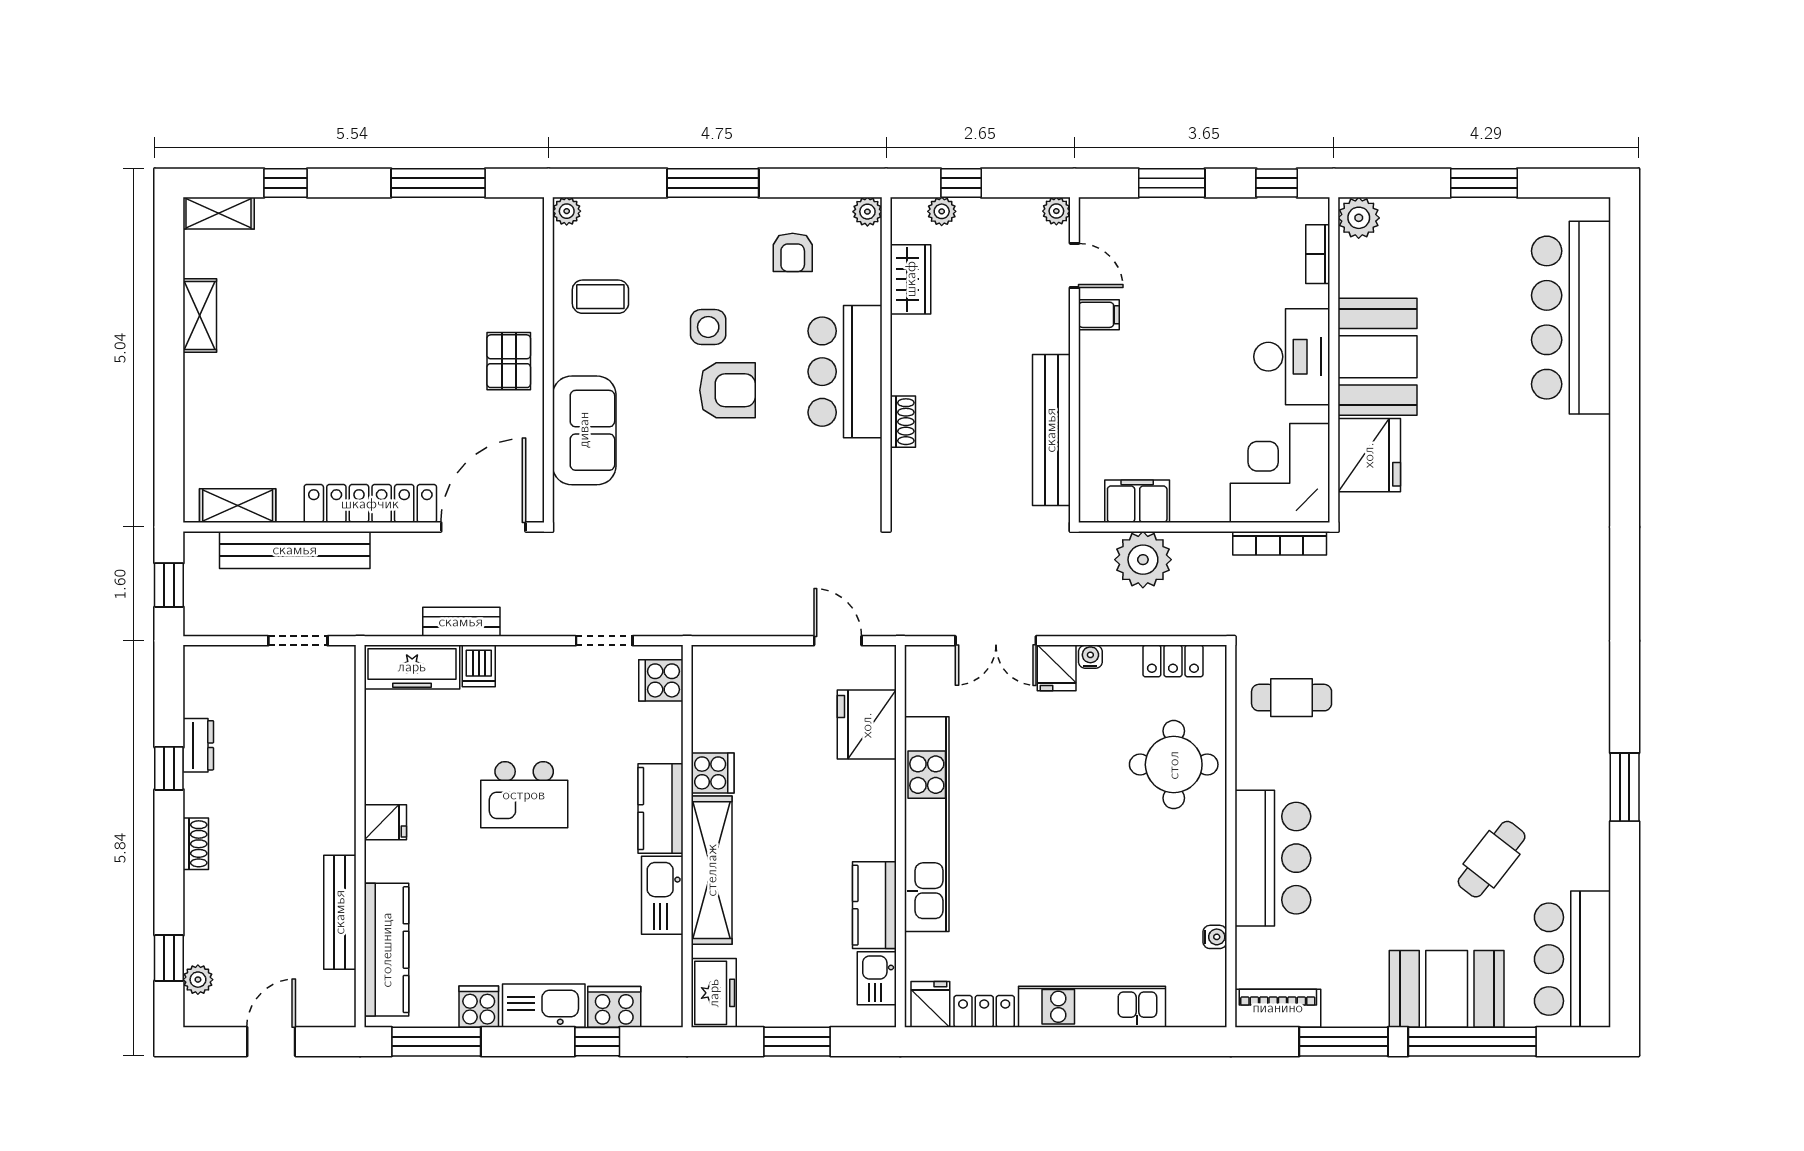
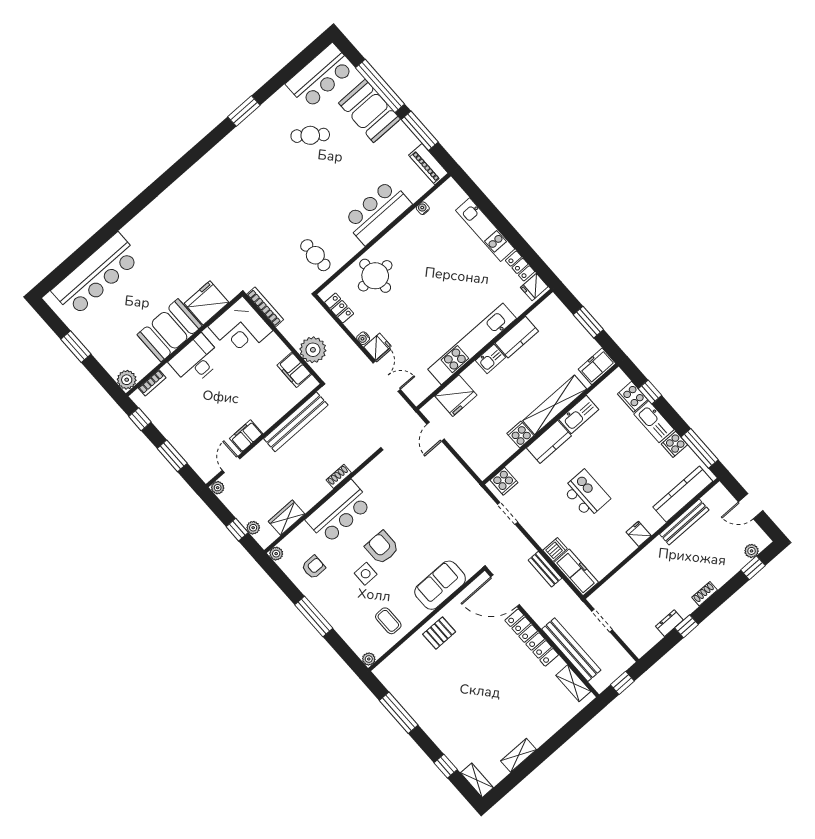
filing cabinet: (1099, 315) -> (246, 436), width x2.00
kitchen sink: (877, 978) -> (490, 359), moved

